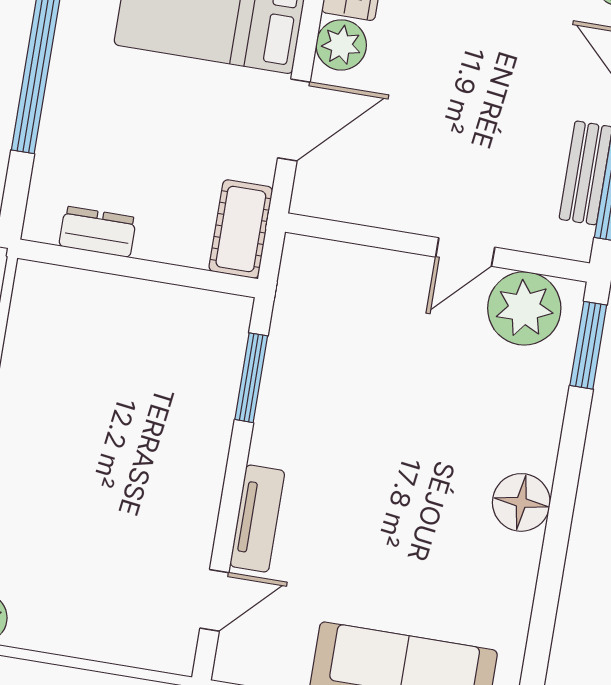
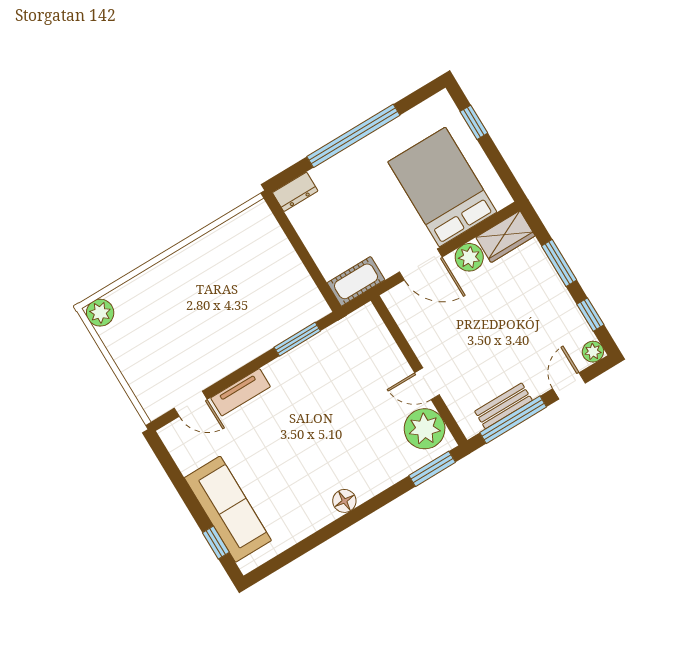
dresser: (98, 232) -> (295, 192), moved, turned 90
floor lamp: (521, 502) -> (344, 501), width x0.73, depth x0.73

